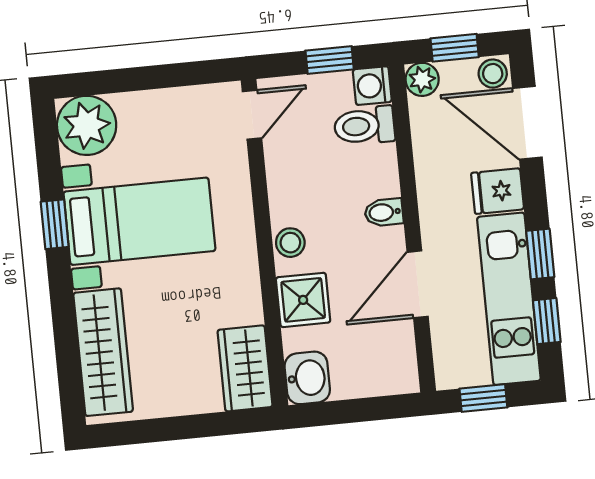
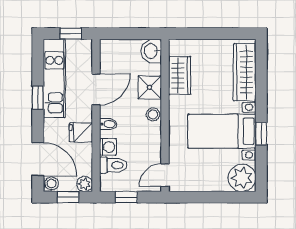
washing machine: (372, 86) -> (108, 147), moved
fridge: (498, 191) -> (81, 133), moved, turned 180
window: (547, 321) -> (38, 66), removed
wardrobe: (245, 368) -> (180, 75), moved

